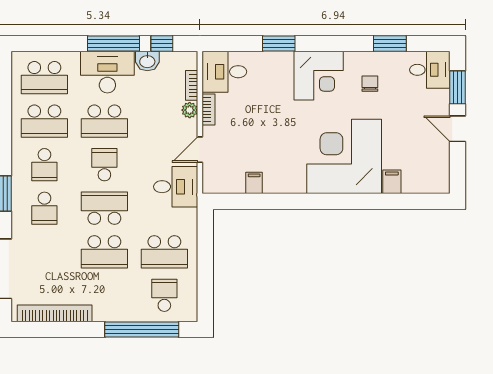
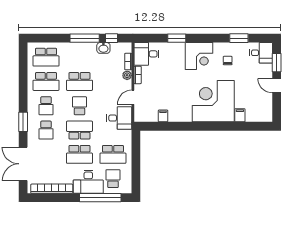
desk: (107, 72) -> (88, 182), moved, turned 180

